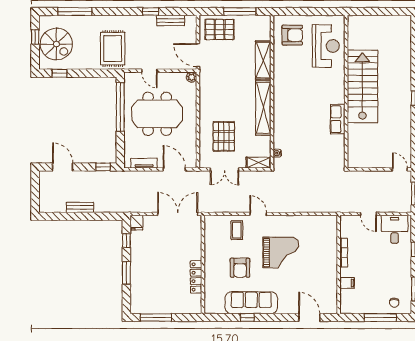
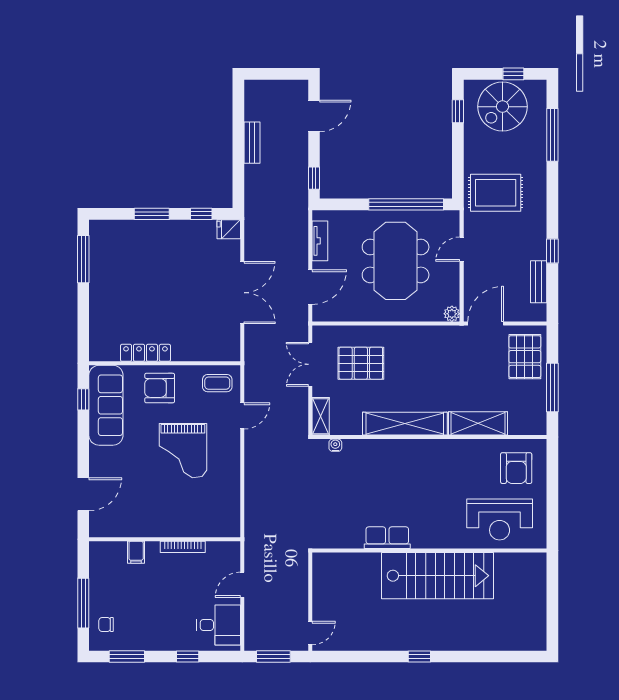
wall: (203, 264) -> (165, 363), moved
locker: (196, 277) -> (145, 353), moved

